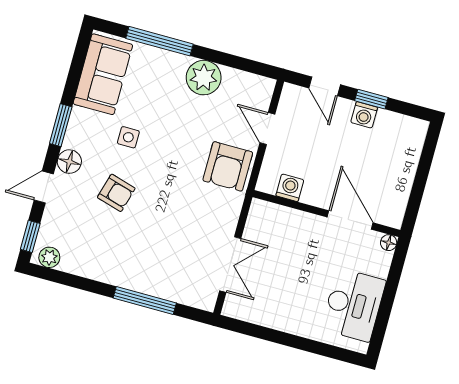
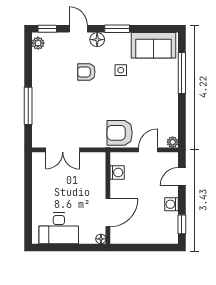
plant: (204, 78) -> (173, 142), moved, width x0.53, depth x0.53
window: (371, 99) -> (182, 224), moved
armchair: (116, 193) -> (86, 72), turned 74

